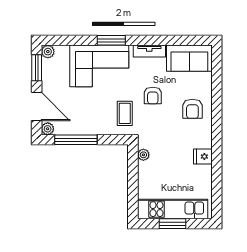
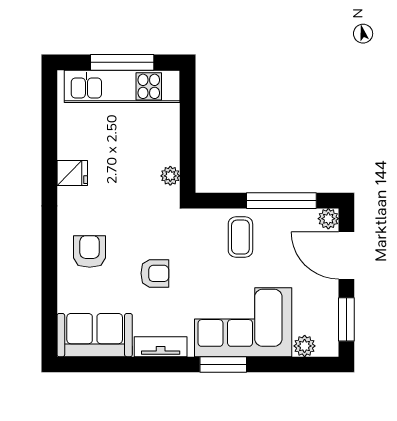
plant: (48, 52) -> (305, 346), moved
armchair: (153, 96) -> (155, 273), turned 90
coffee table: (125, 113) -> (240, 237), moved
window: (173, 224) -> (122, 62), width x1.44

